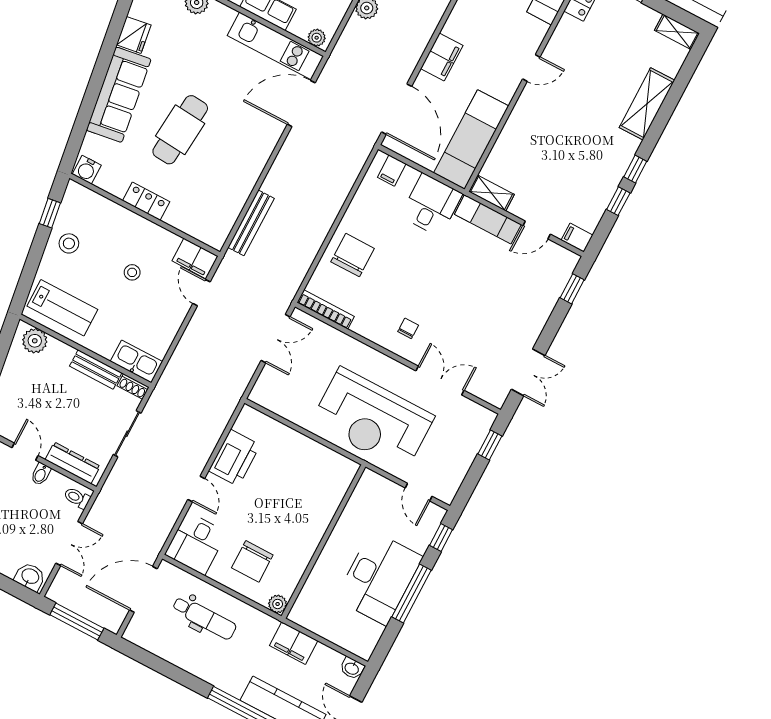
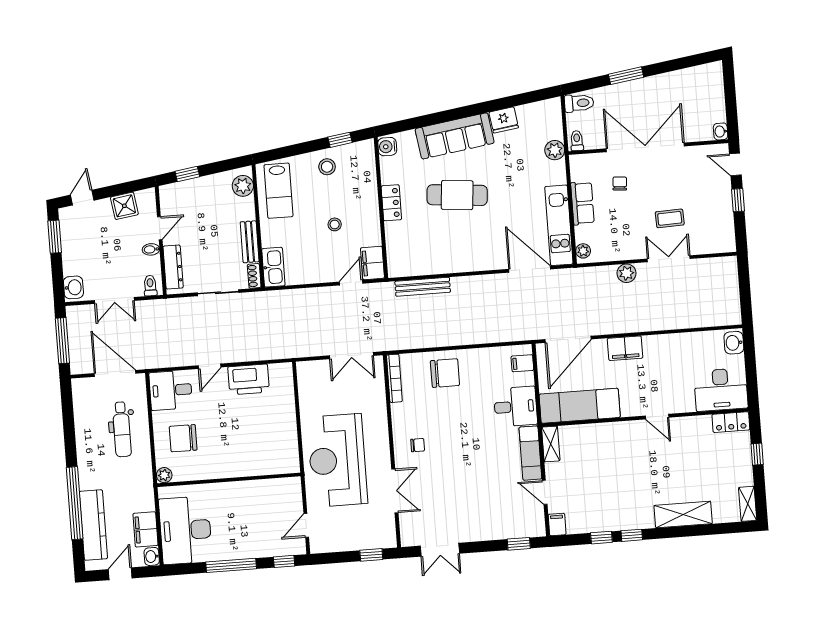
desk: (379, 578) -> (185, 530), moved, turned 90
filing cabinet: (294, 643) -> (146, 529), moved

